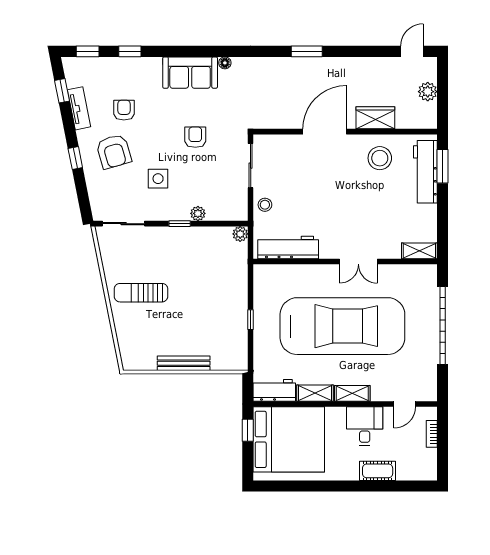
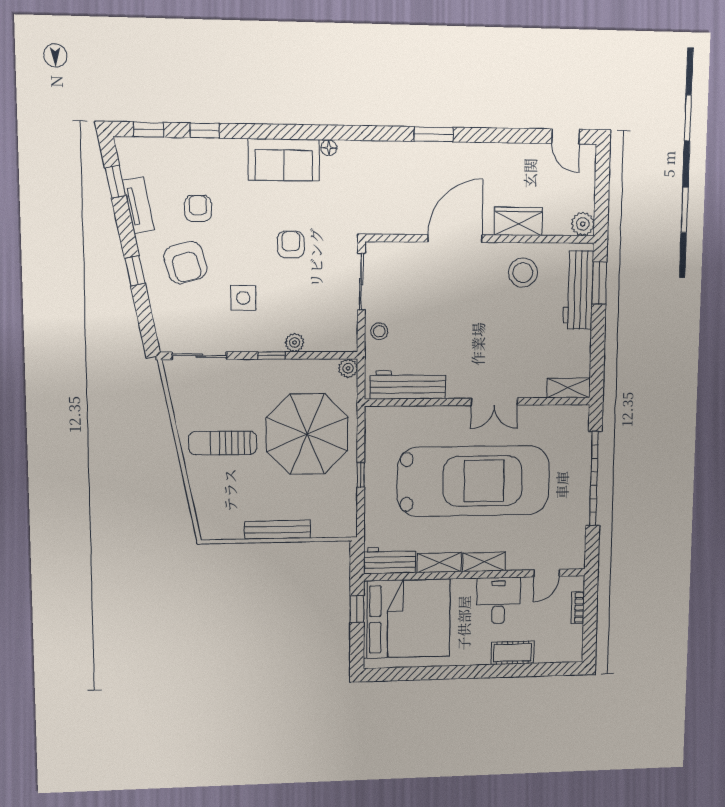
door: (412, 51) -> (566, 136), swing flipped
plant: (428, 92) -> (583, 224), moved
parasol: (208, 286) -> (307, 434), added

